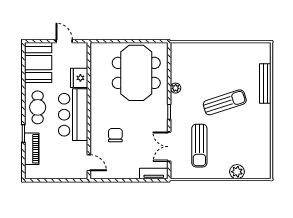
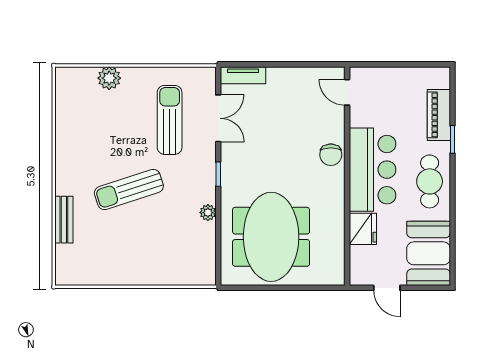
bench: (265, 84) -> (64, 220), width x0.73
chair: (115, 135) -> (331, 155), moved

